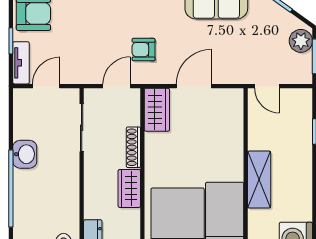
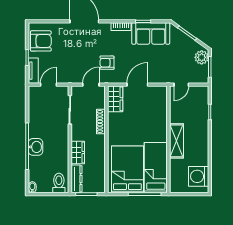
door: (267, 86) -> (181, 85), hinge flipped
washbasin: (25, 154) -> (36, 147), moved
wardrobe: (129, 188) -> (78, 152), moved, turned 180

